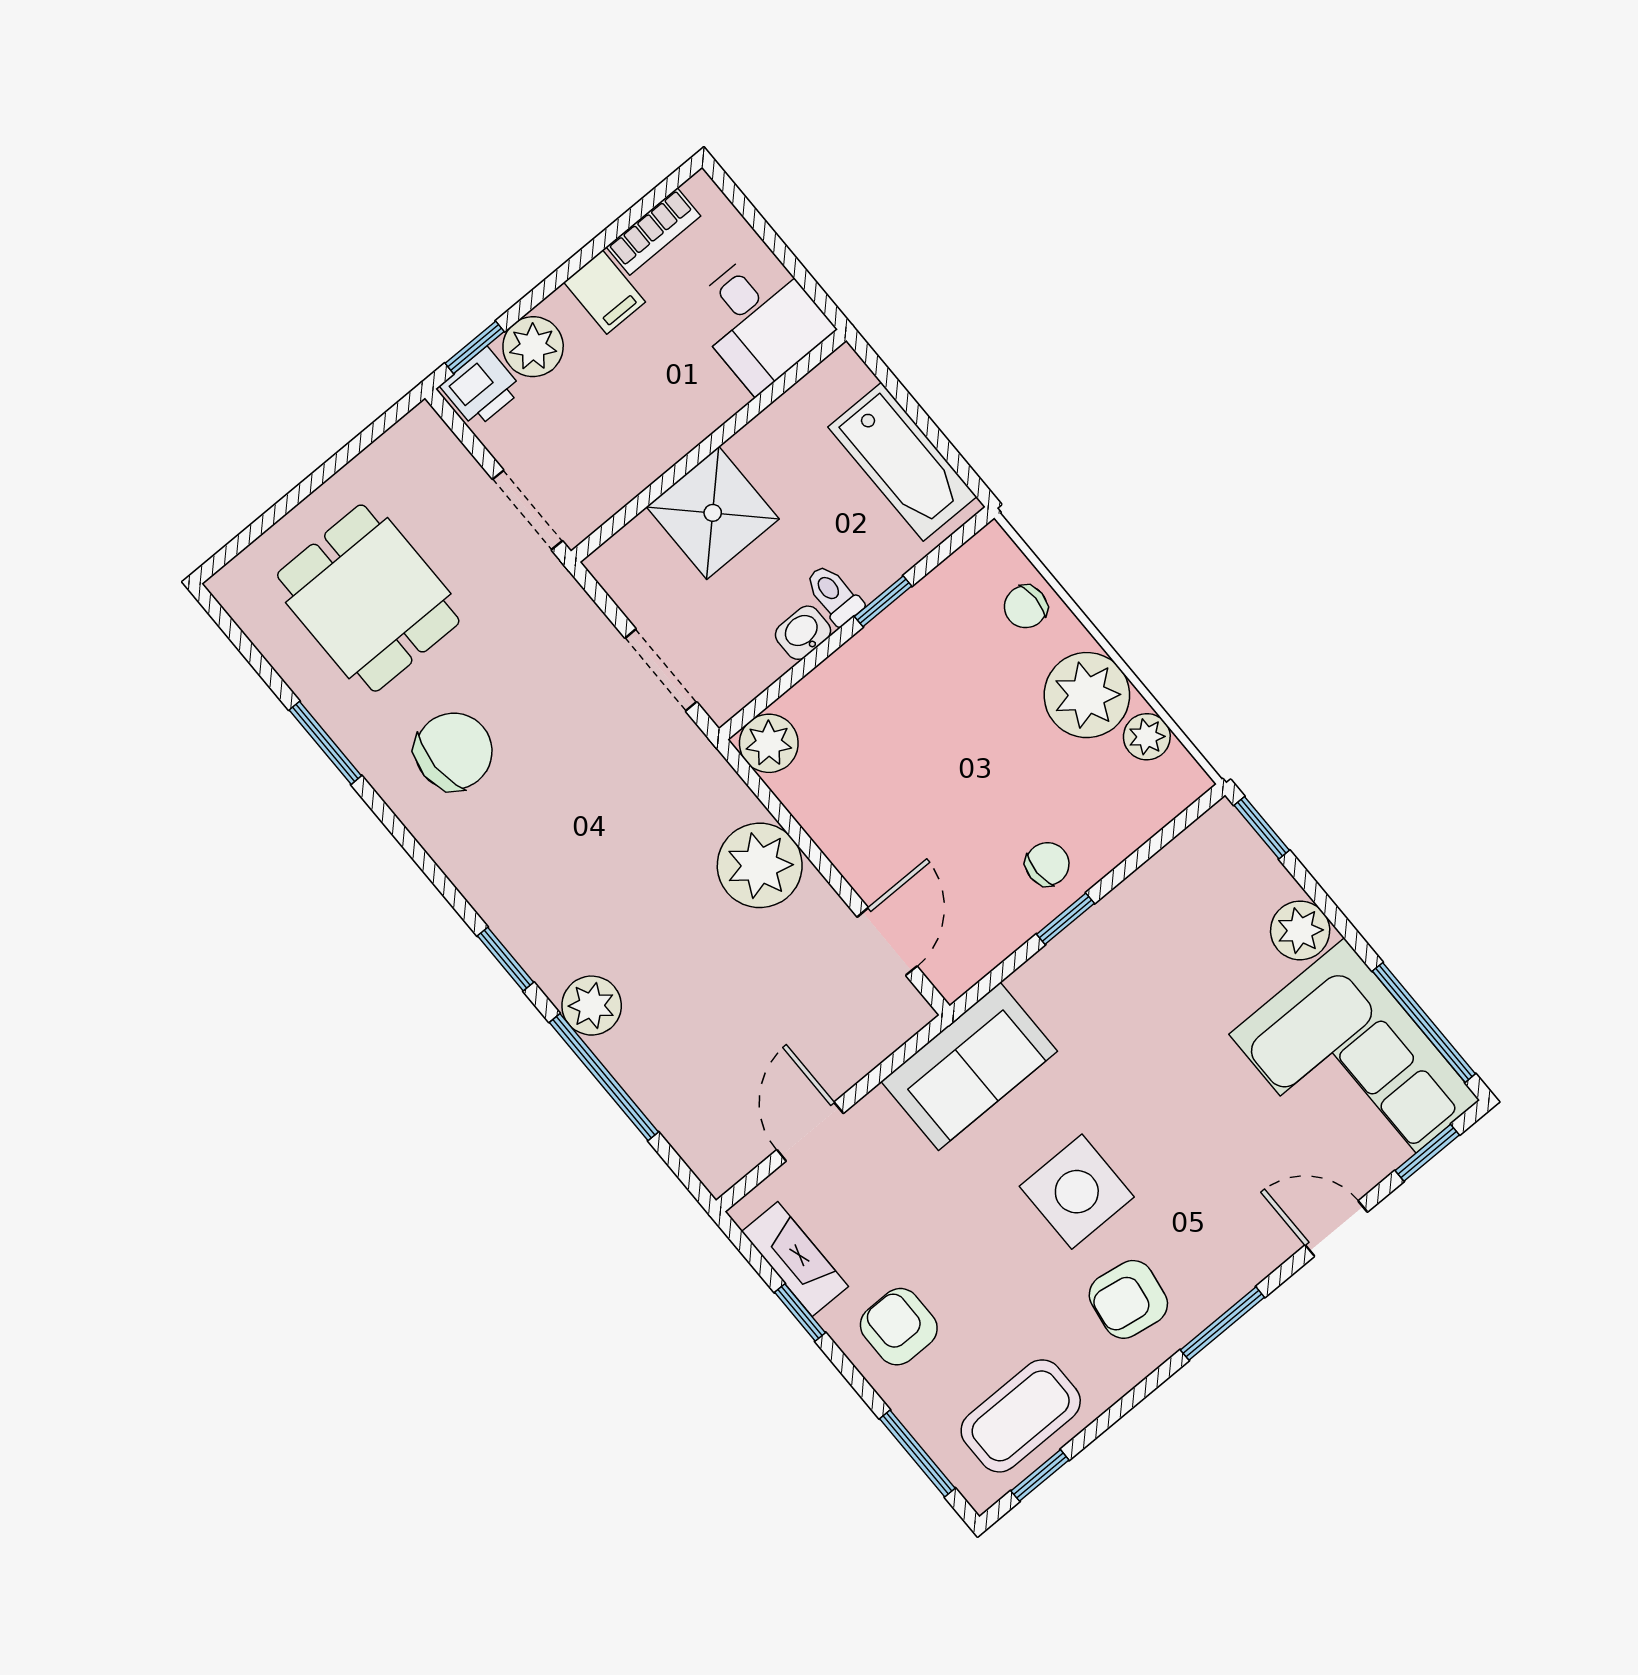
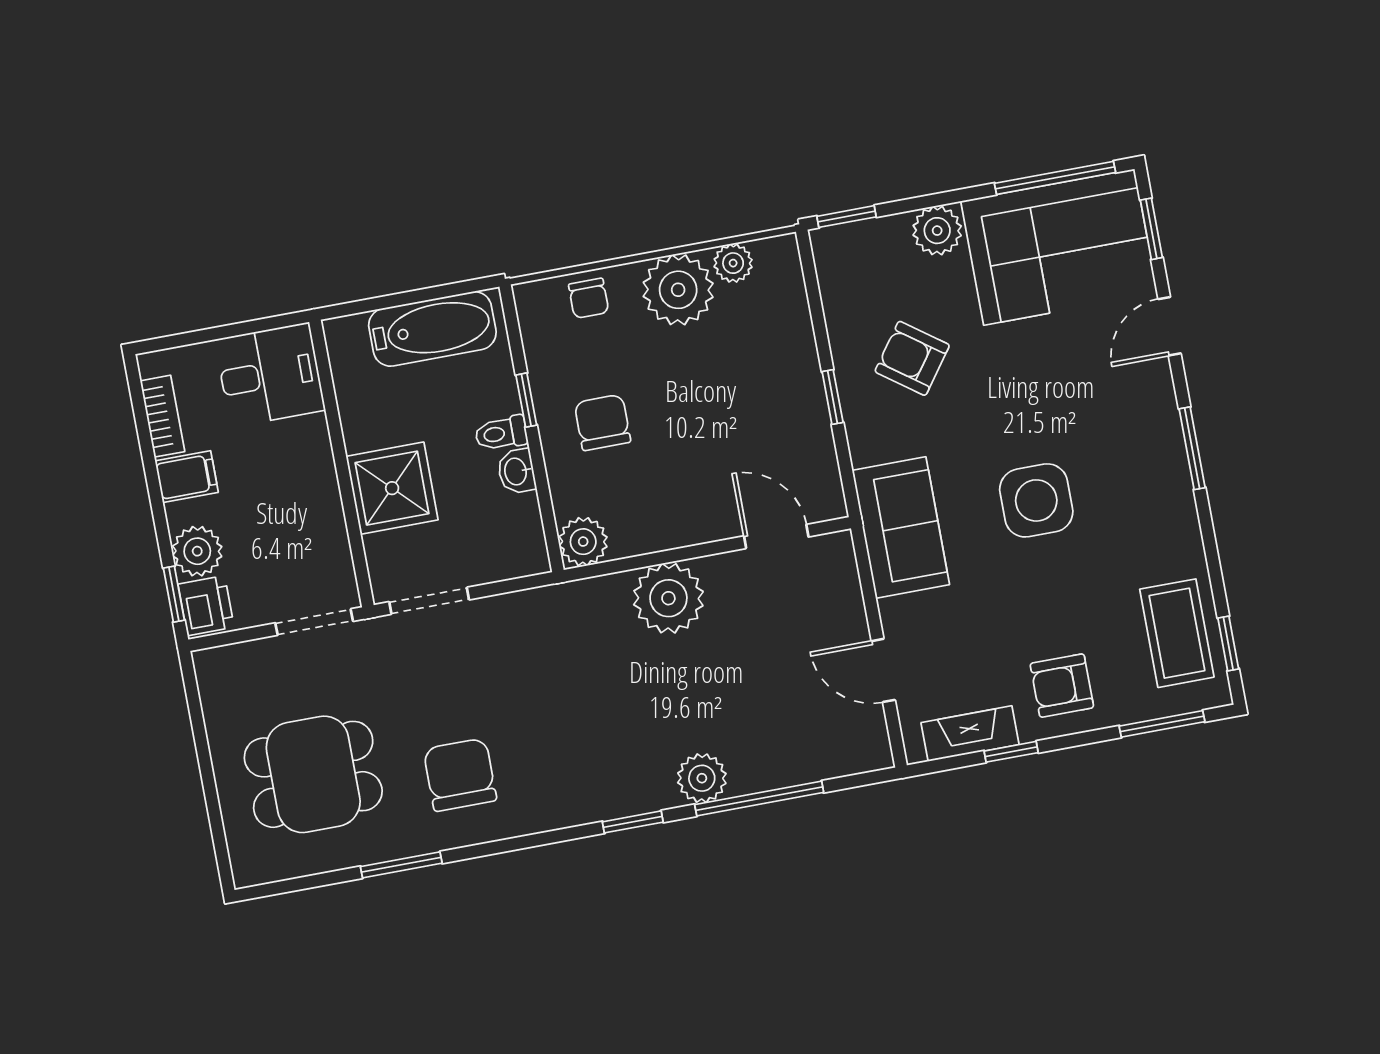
doorway: (661, 670) -> (429, 601), moved
chair: (1047, 864) -> (602, 422), moved, width x1.37, depth x1.37
armchair: (1128, 1299) -> (912, 358), moved, turned 117

